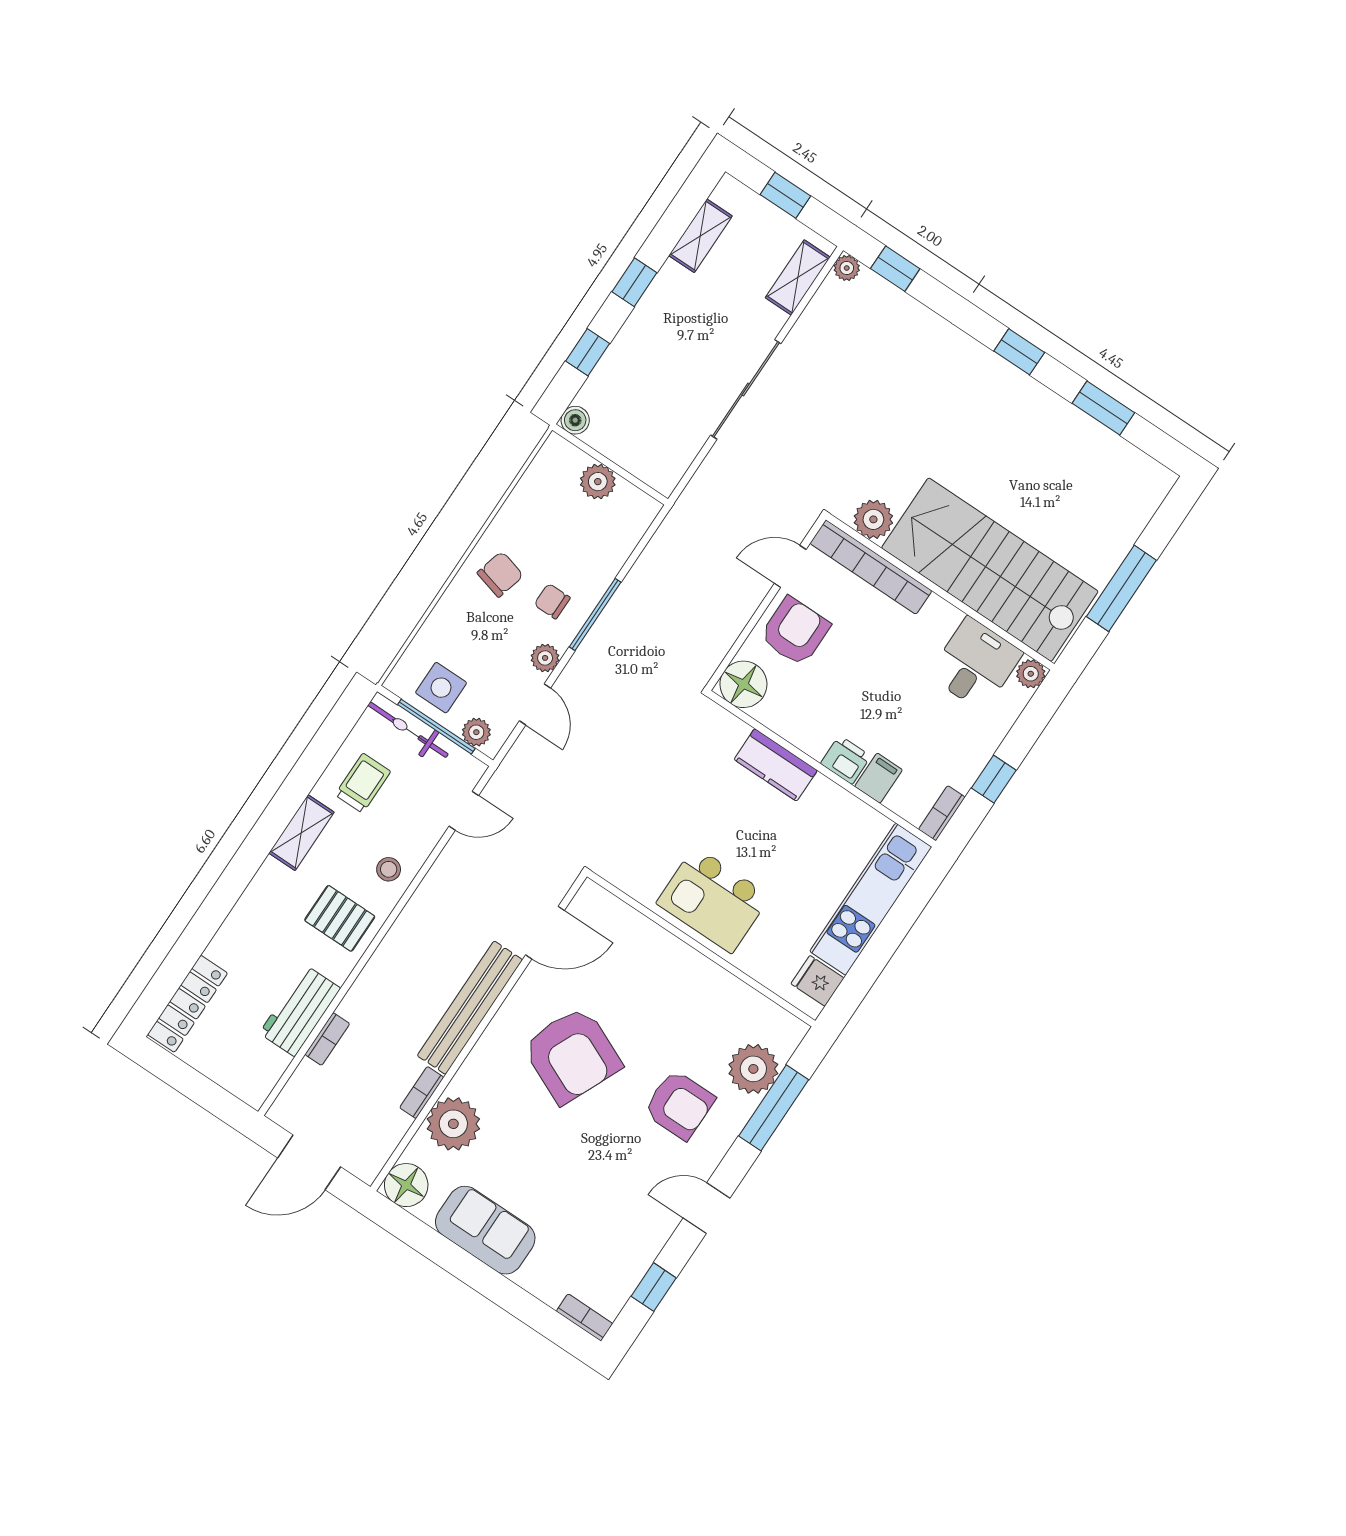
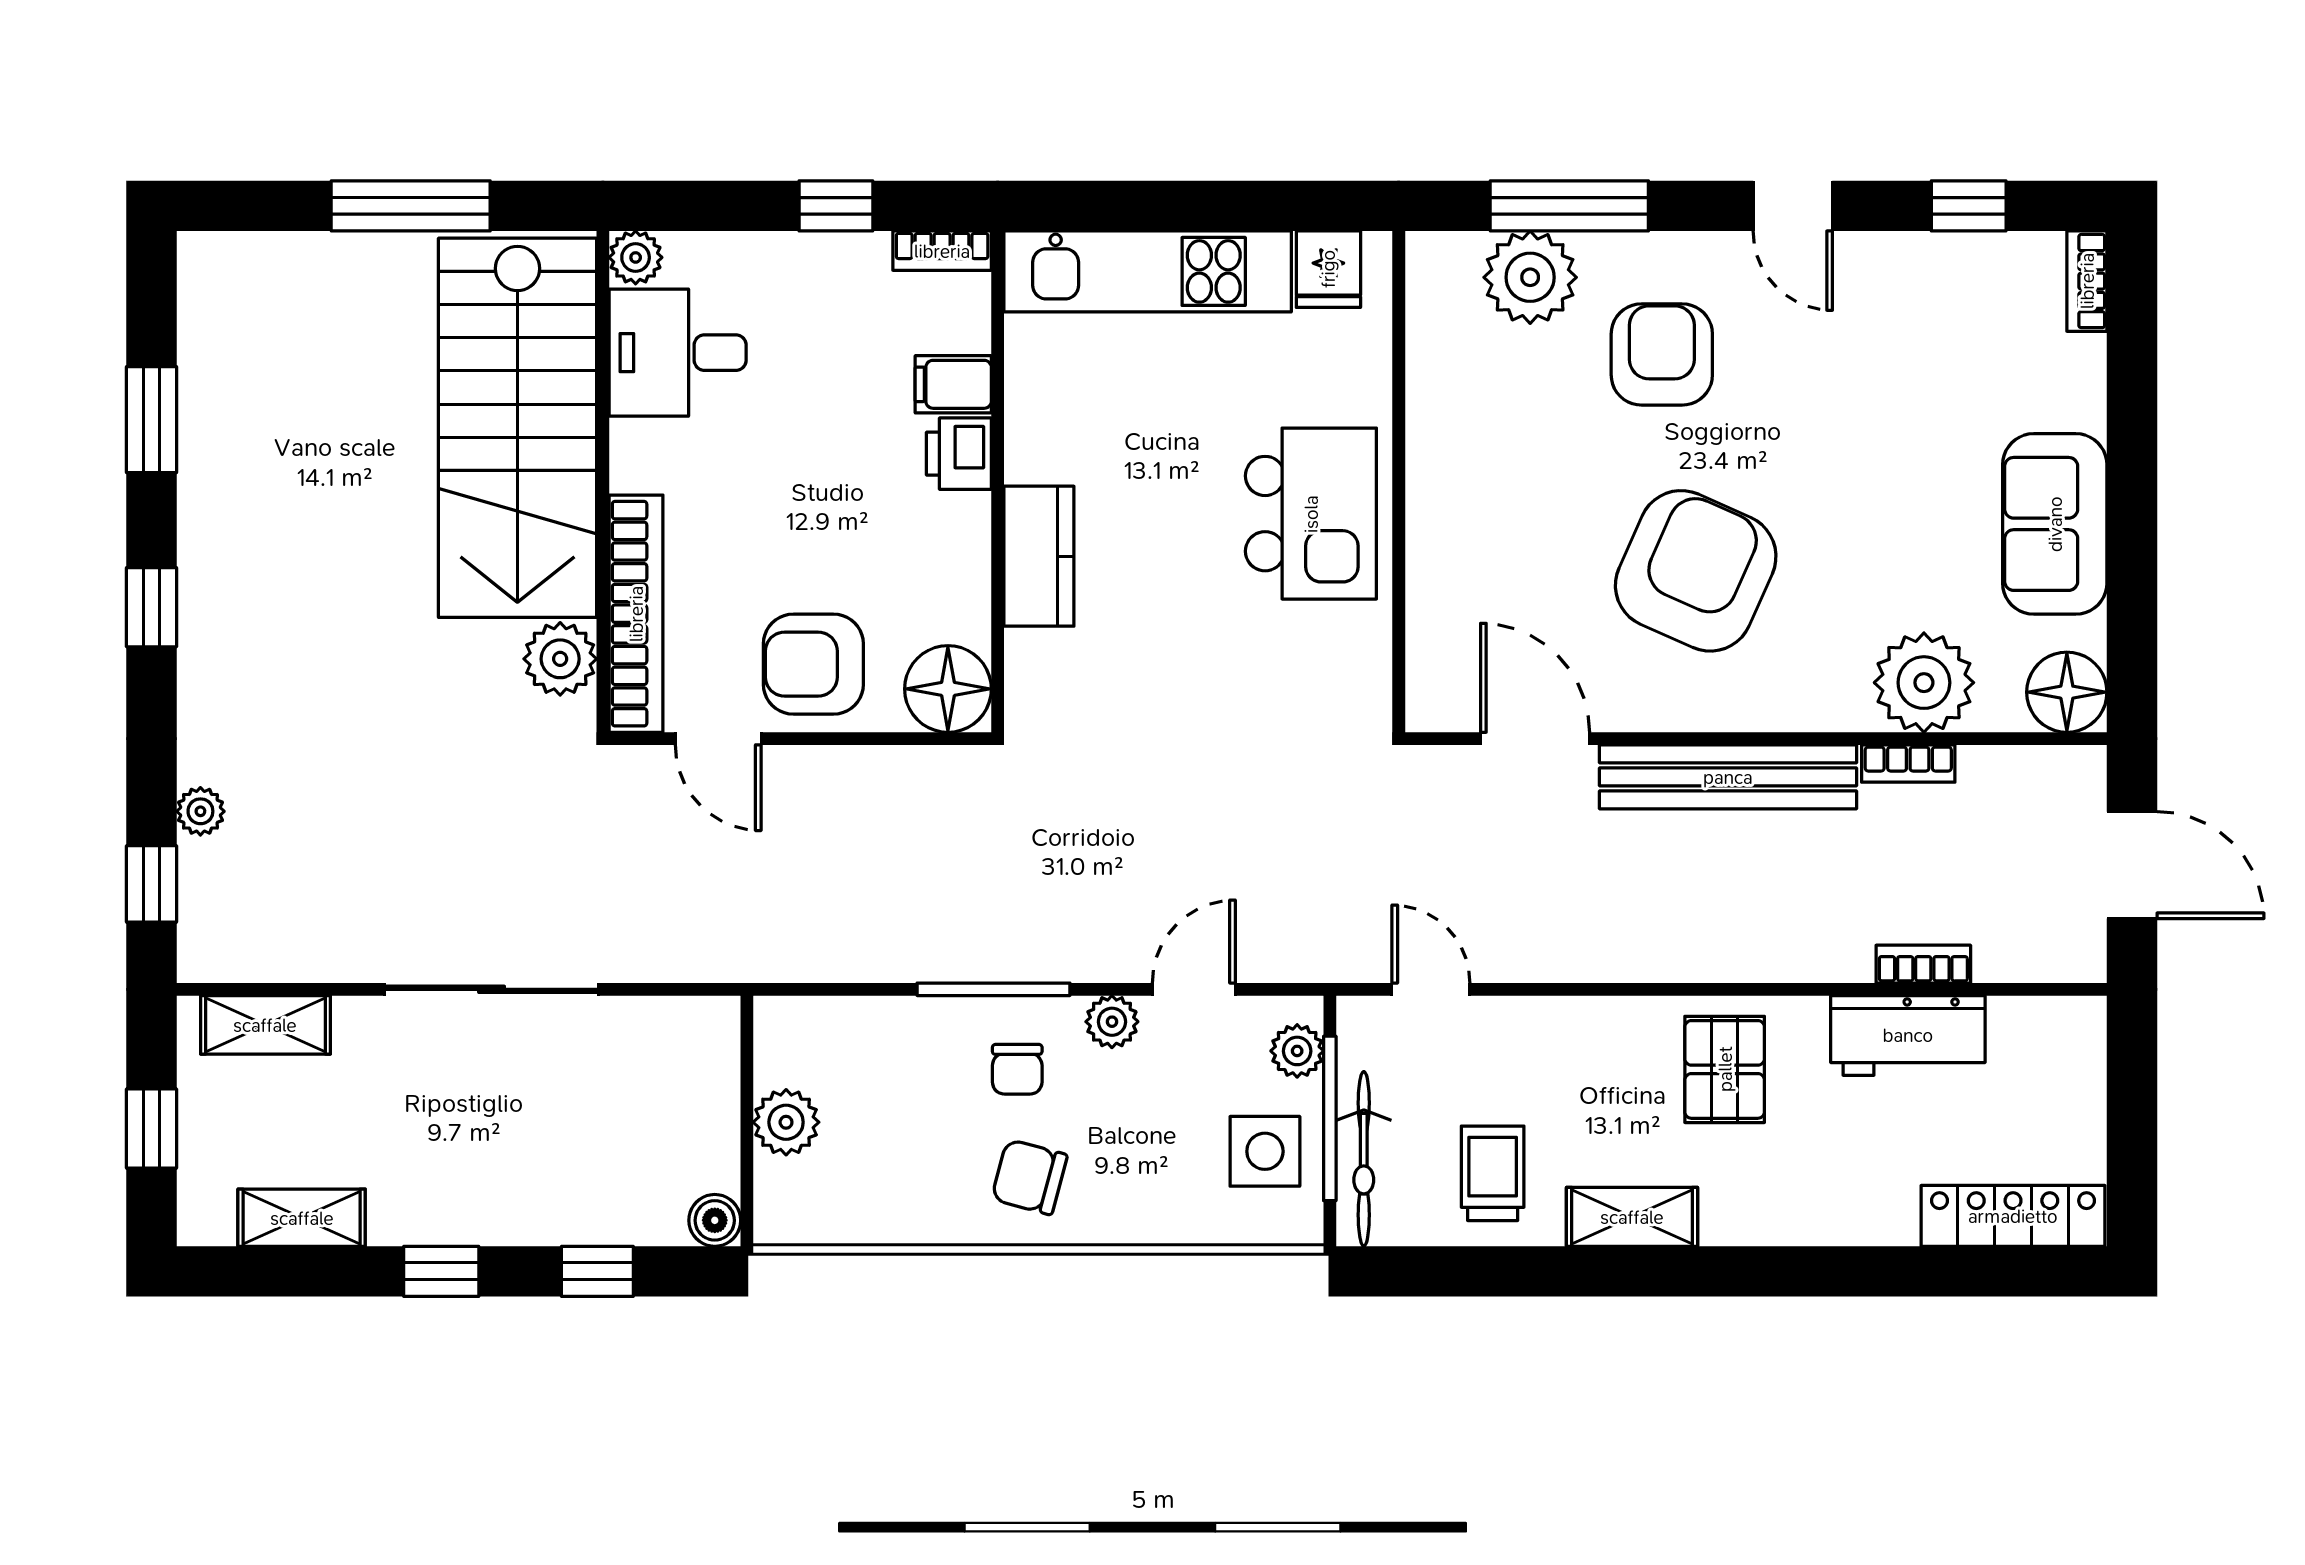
plant: (847, 268) -> (200, 811), moved
trolley: (363, 783) -> (1493, 1173), turned 90
stool: (389, 869) -> (1599, 1045), removed

